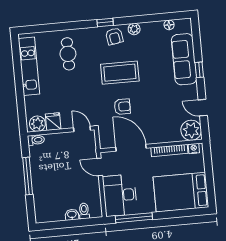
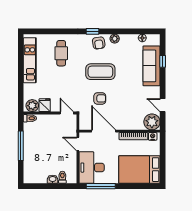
window: (199, 70) -> (163, 61), moved

